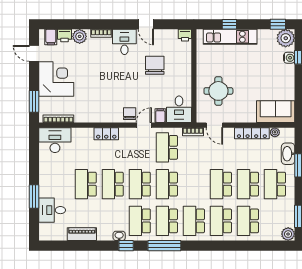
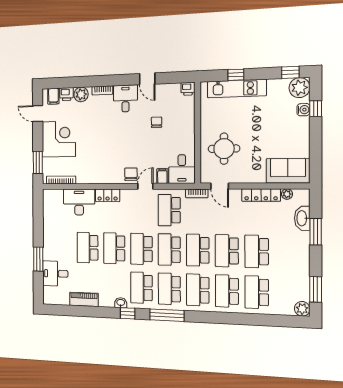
chair: (155, 65) -> (157, 122), width x0.54, depth x0.54
desk: (55, 140) -> (79, 202), moved
school desk: (275, 184) -> (198, 250), moved

